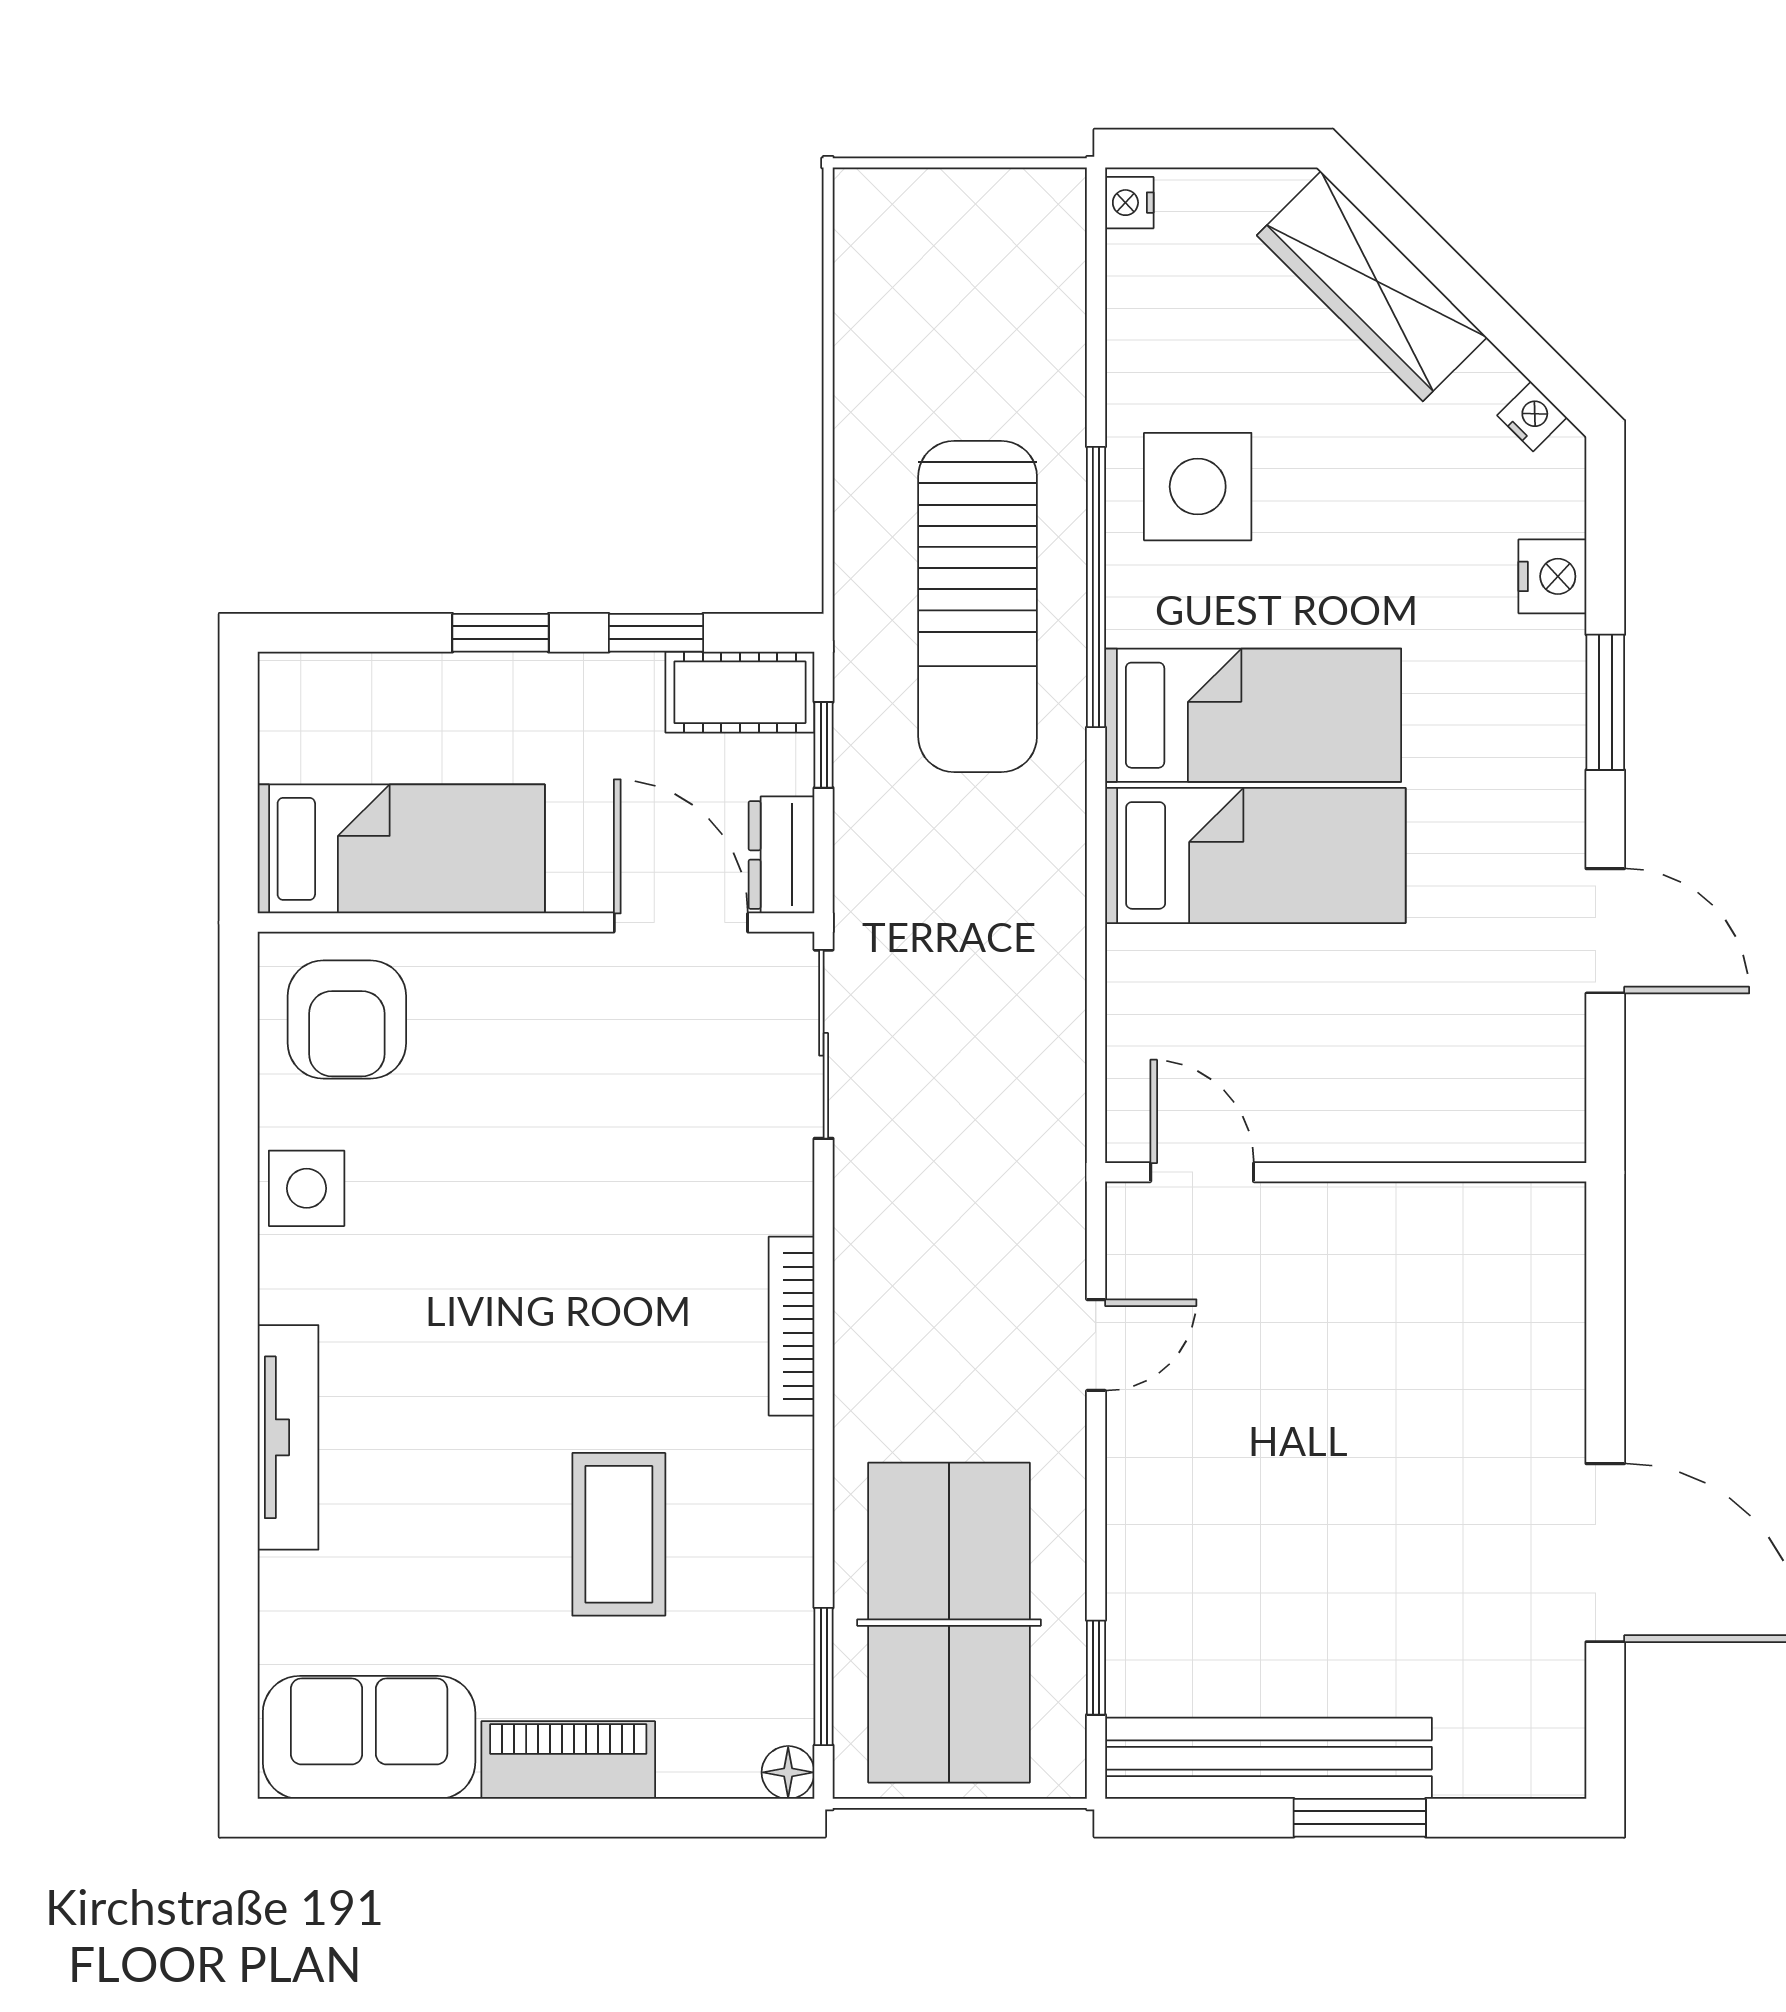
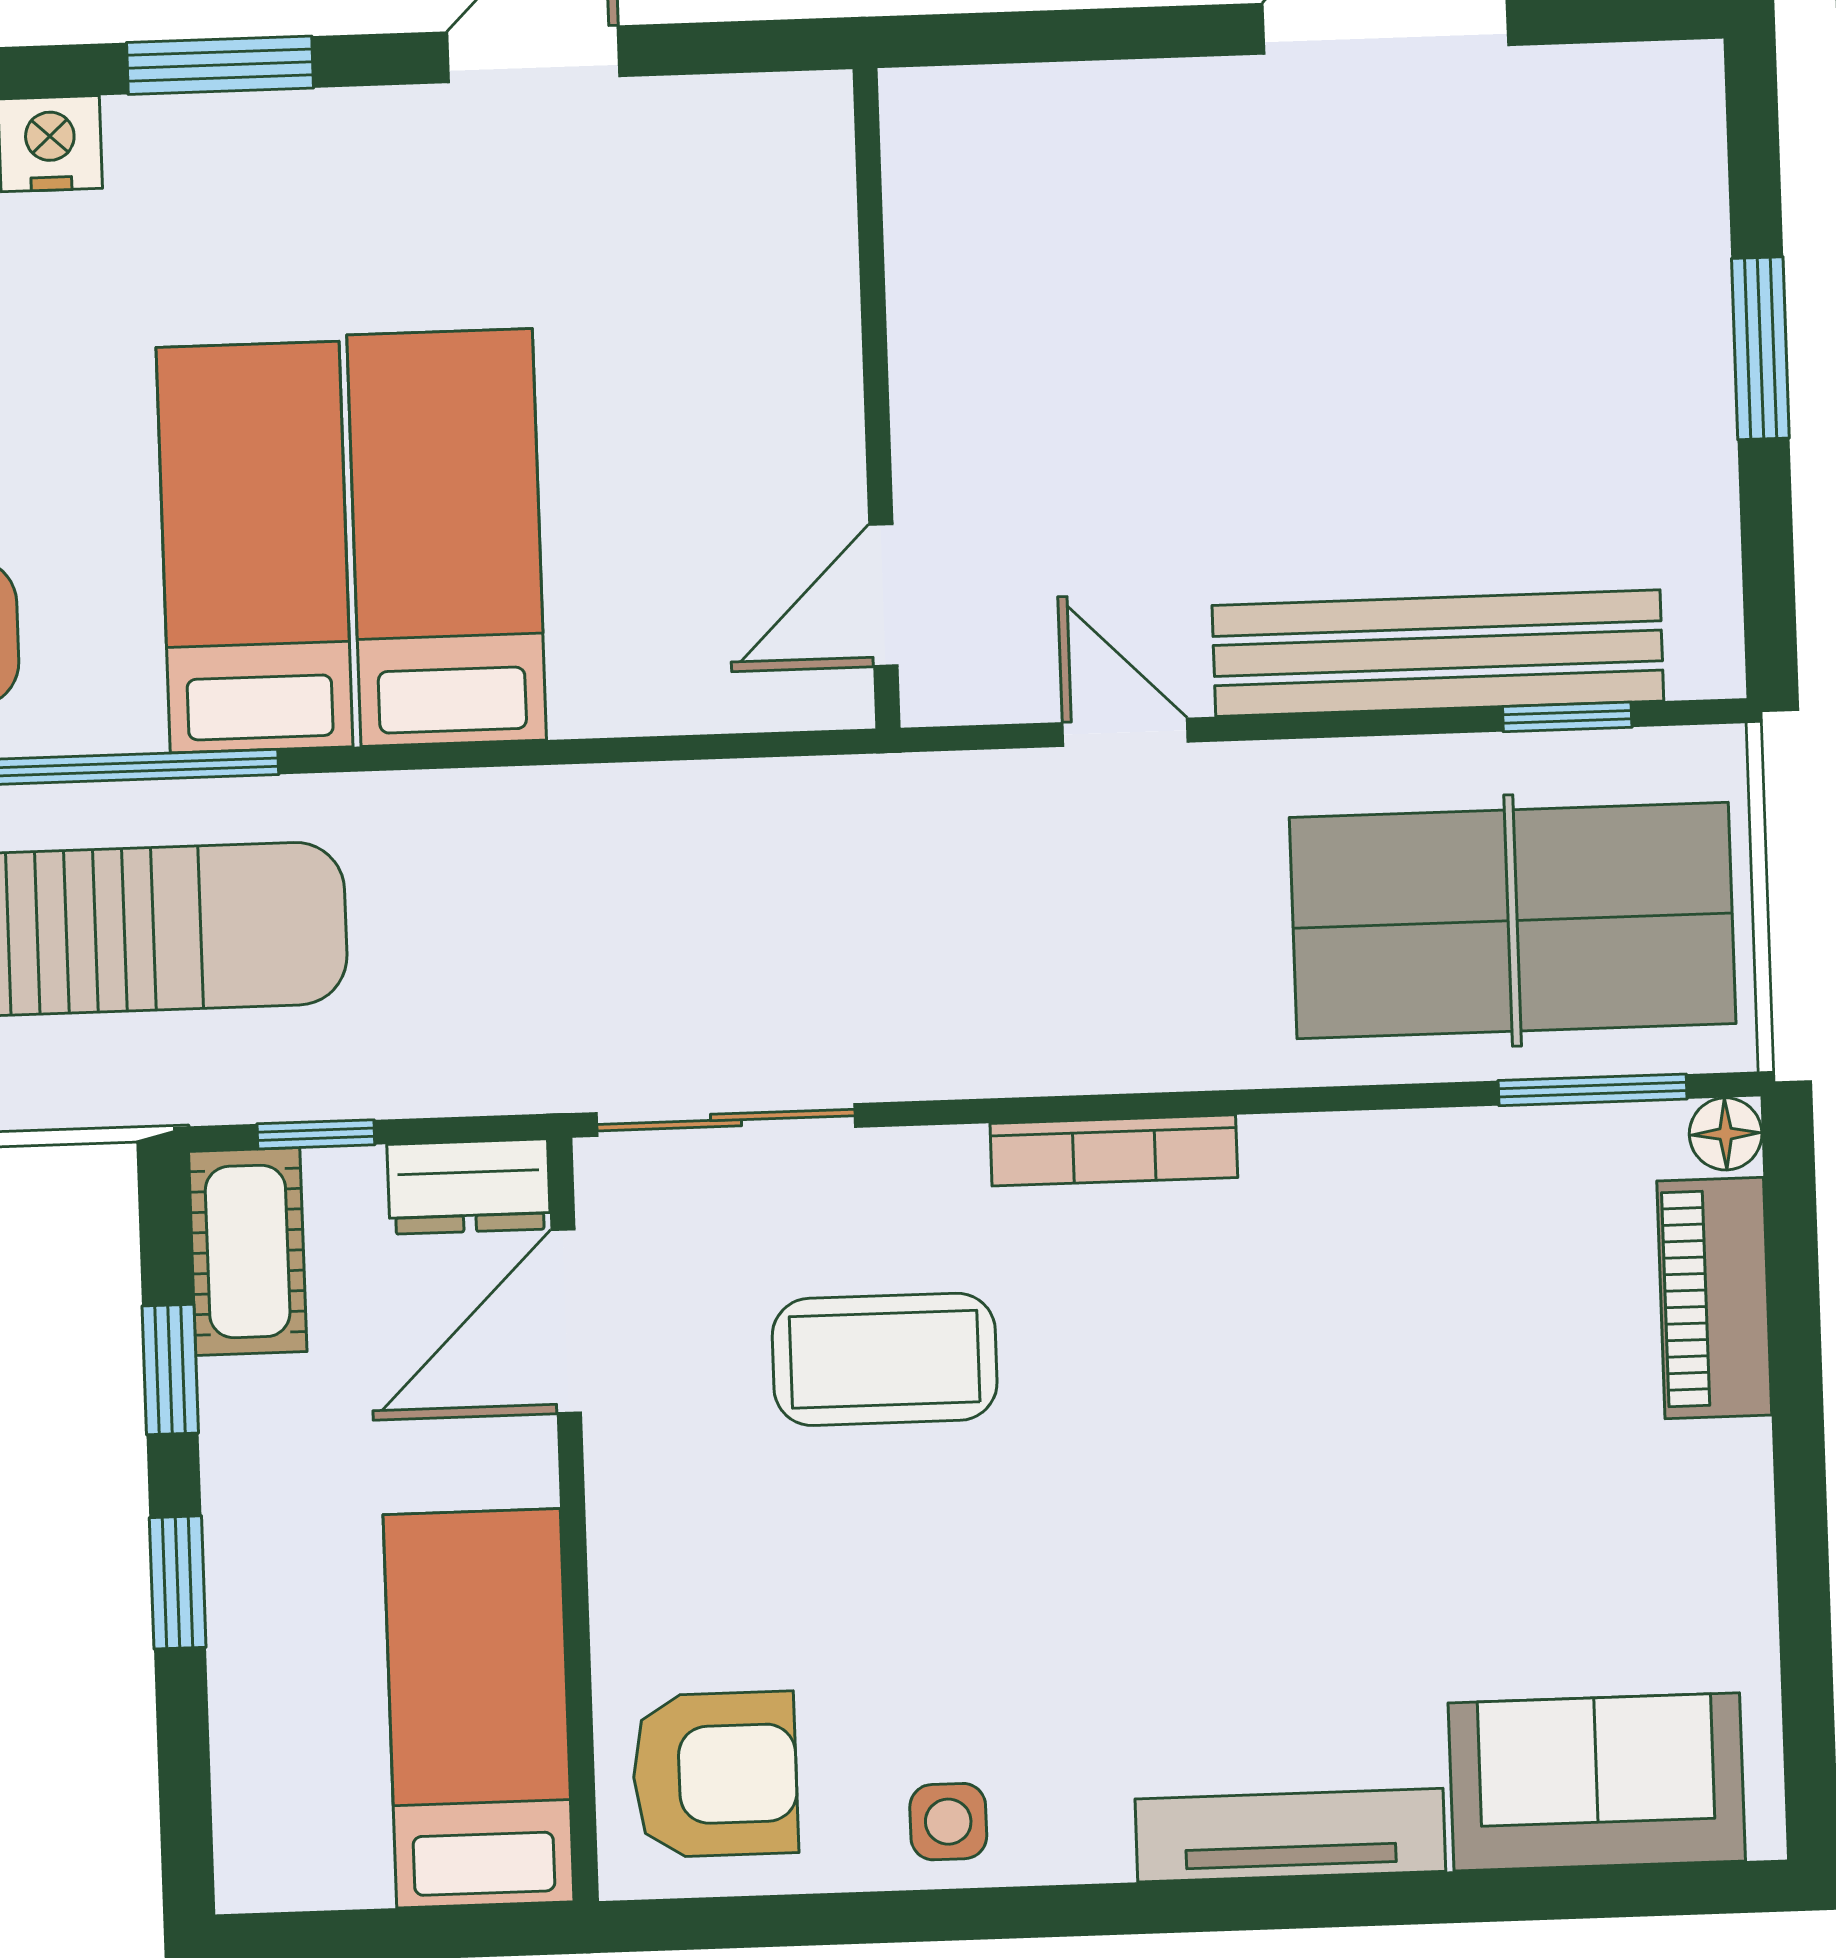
side table: (307, 1188) -> (948, 1822), width x0.73, depth x0.73
coffee table: (619, 1534) -> (885, 1359), moved
sofa: (369, 1737) -> (1597, 1782), moved, turned 90
bench: (1268, 1758) -> (1438, 653), moved, turned 90
piano: (568, 1760) -> (1714, 1298), moved

